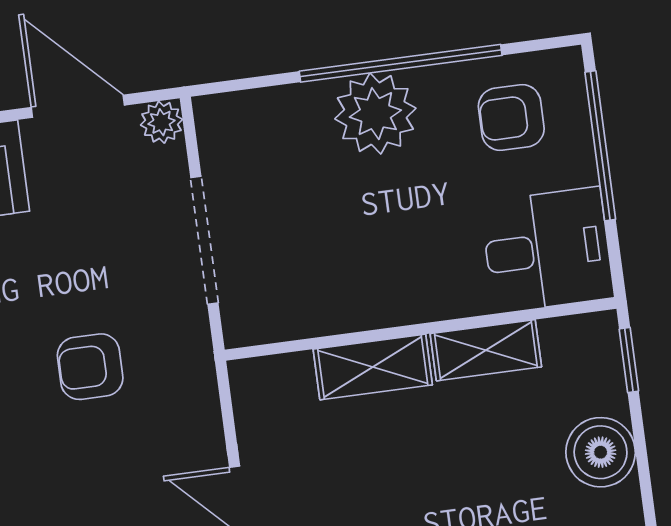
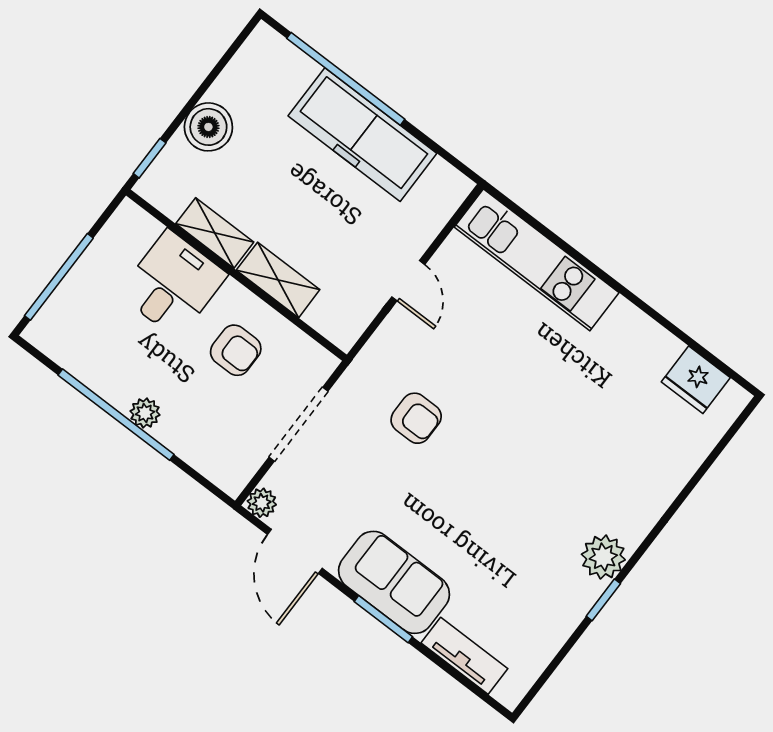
plant: (375, 114) -> (145, 413), width x0.53, depth x0.53
armchair: (511, 118) -> (236, 350), moved
desk: (547, 250) -> (173, 284), moved, turned 90

